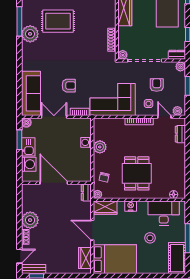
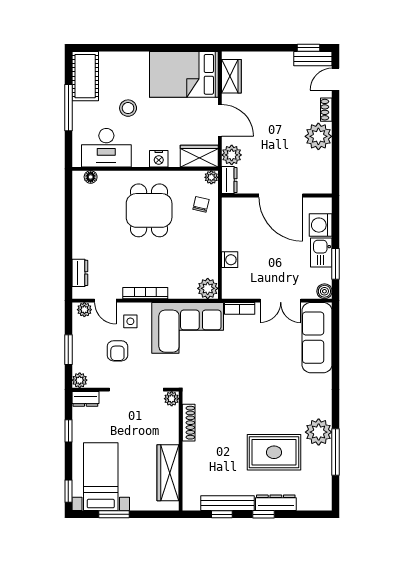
armchair: (69, 86) -> (257, 350), removed
plant: (100, 147) -> (208, 288), moved
plant: (85, 208) -> (232, 155), added

